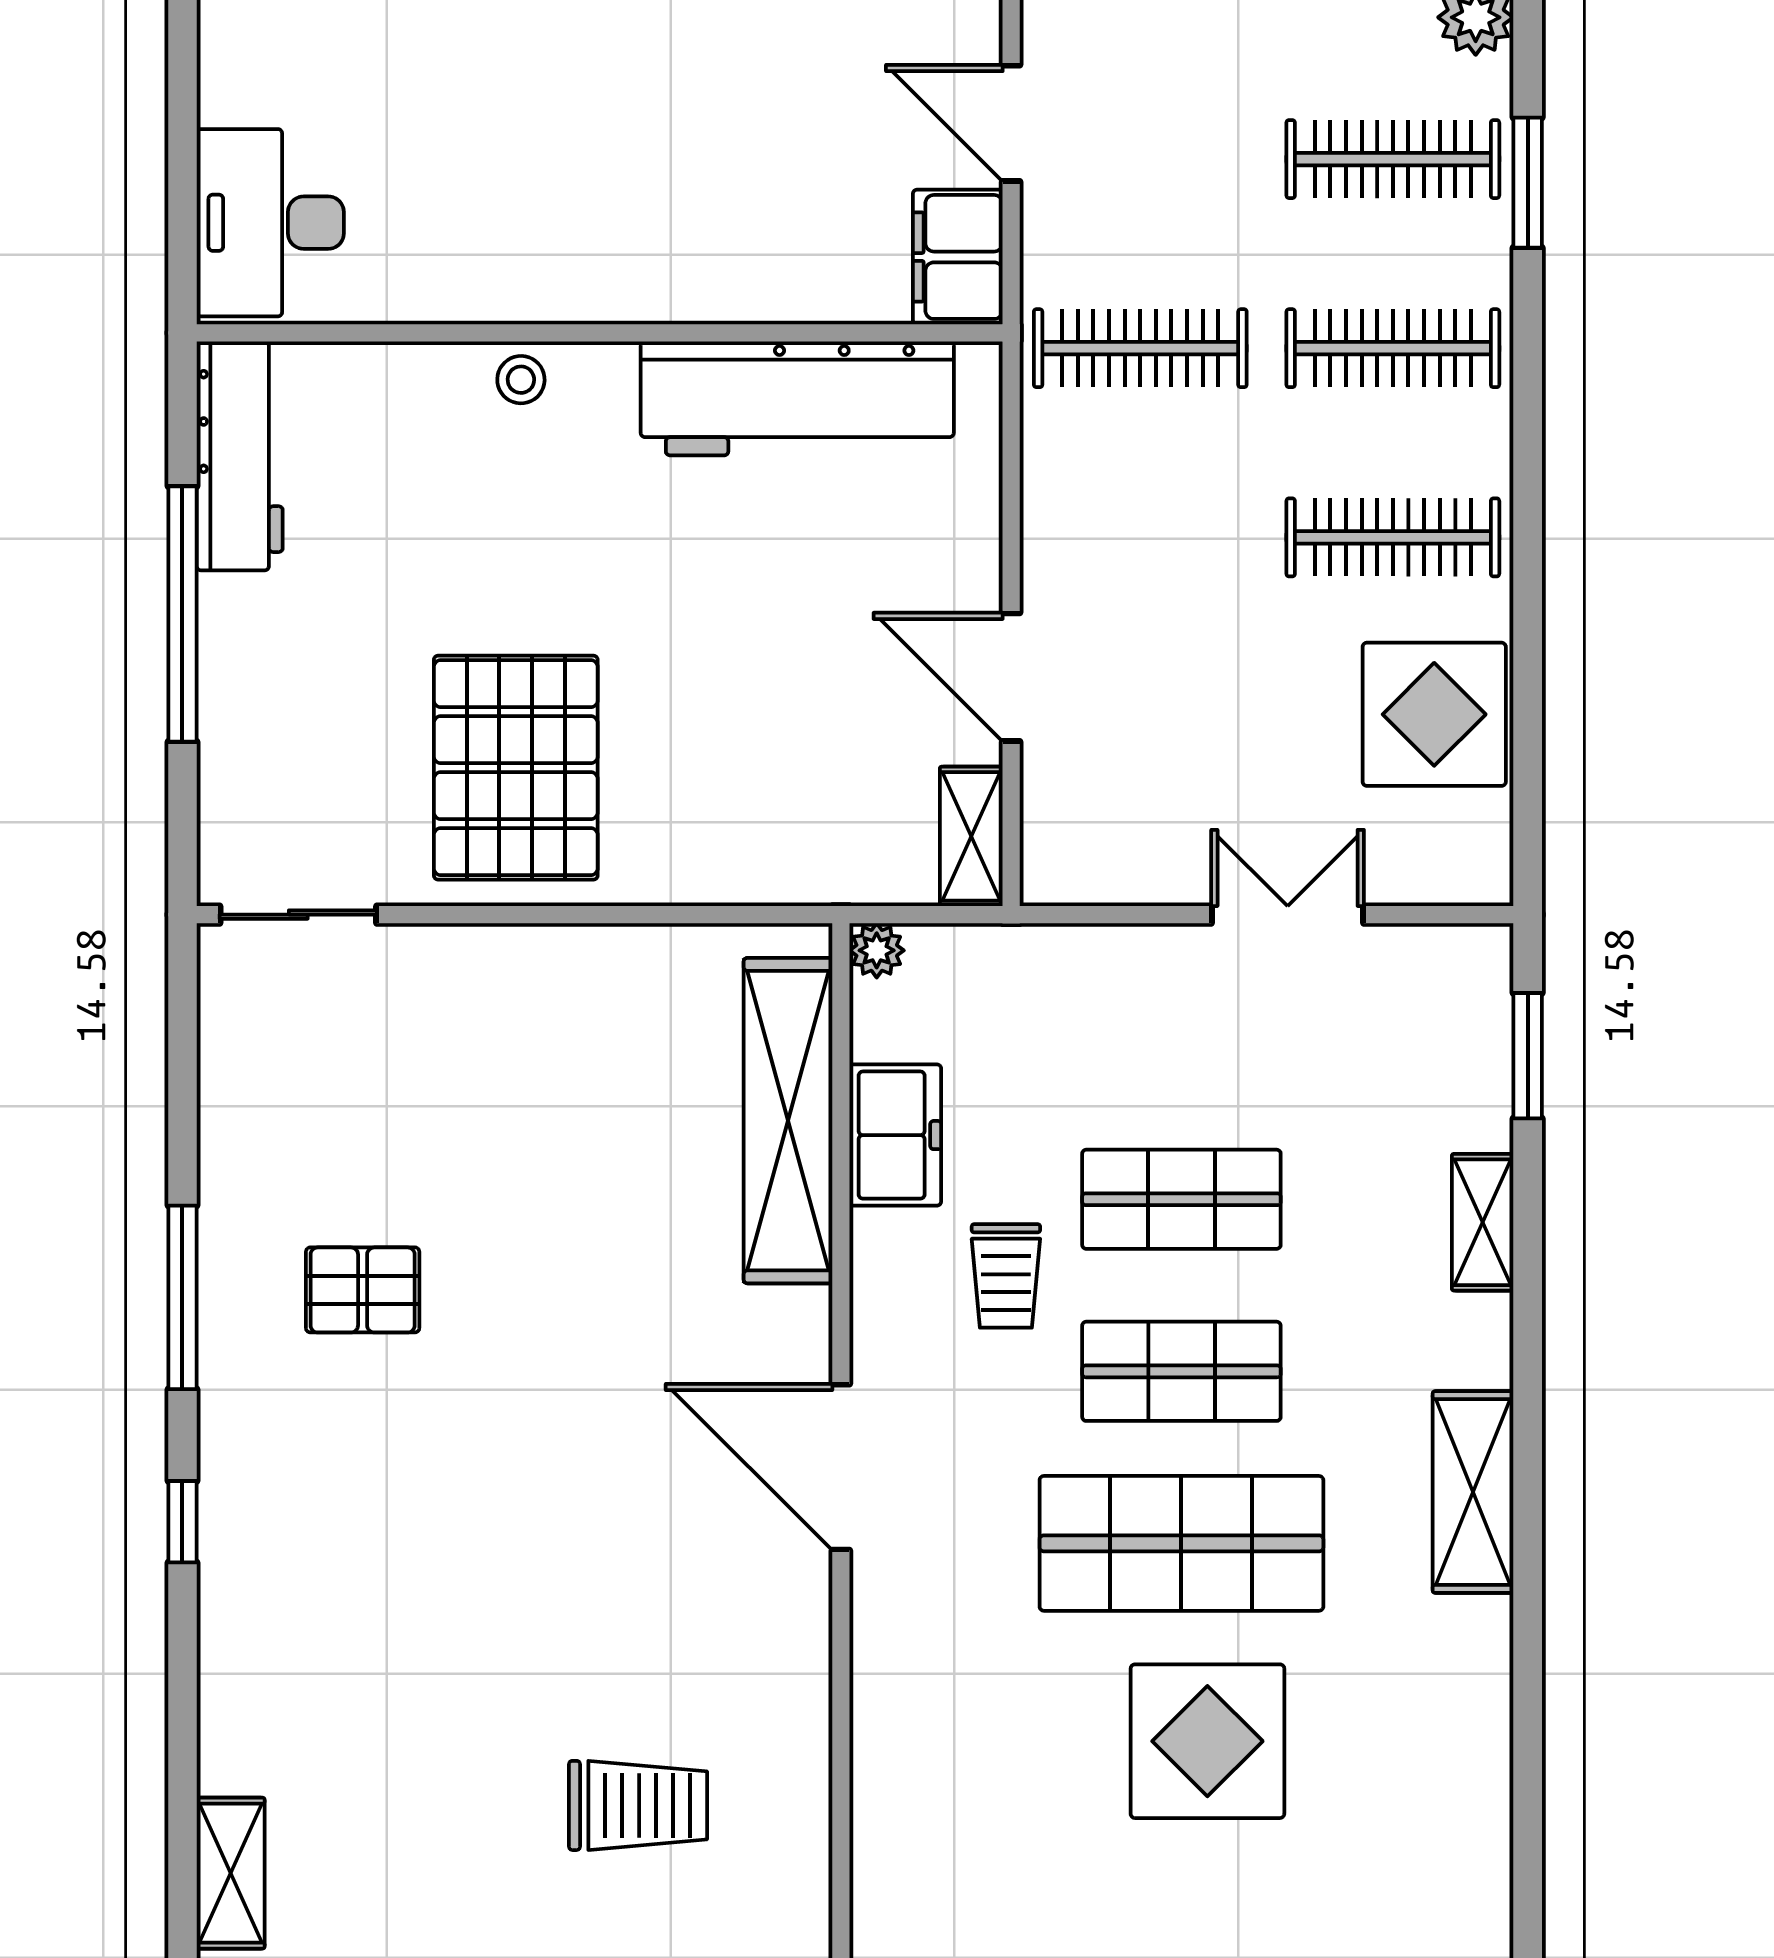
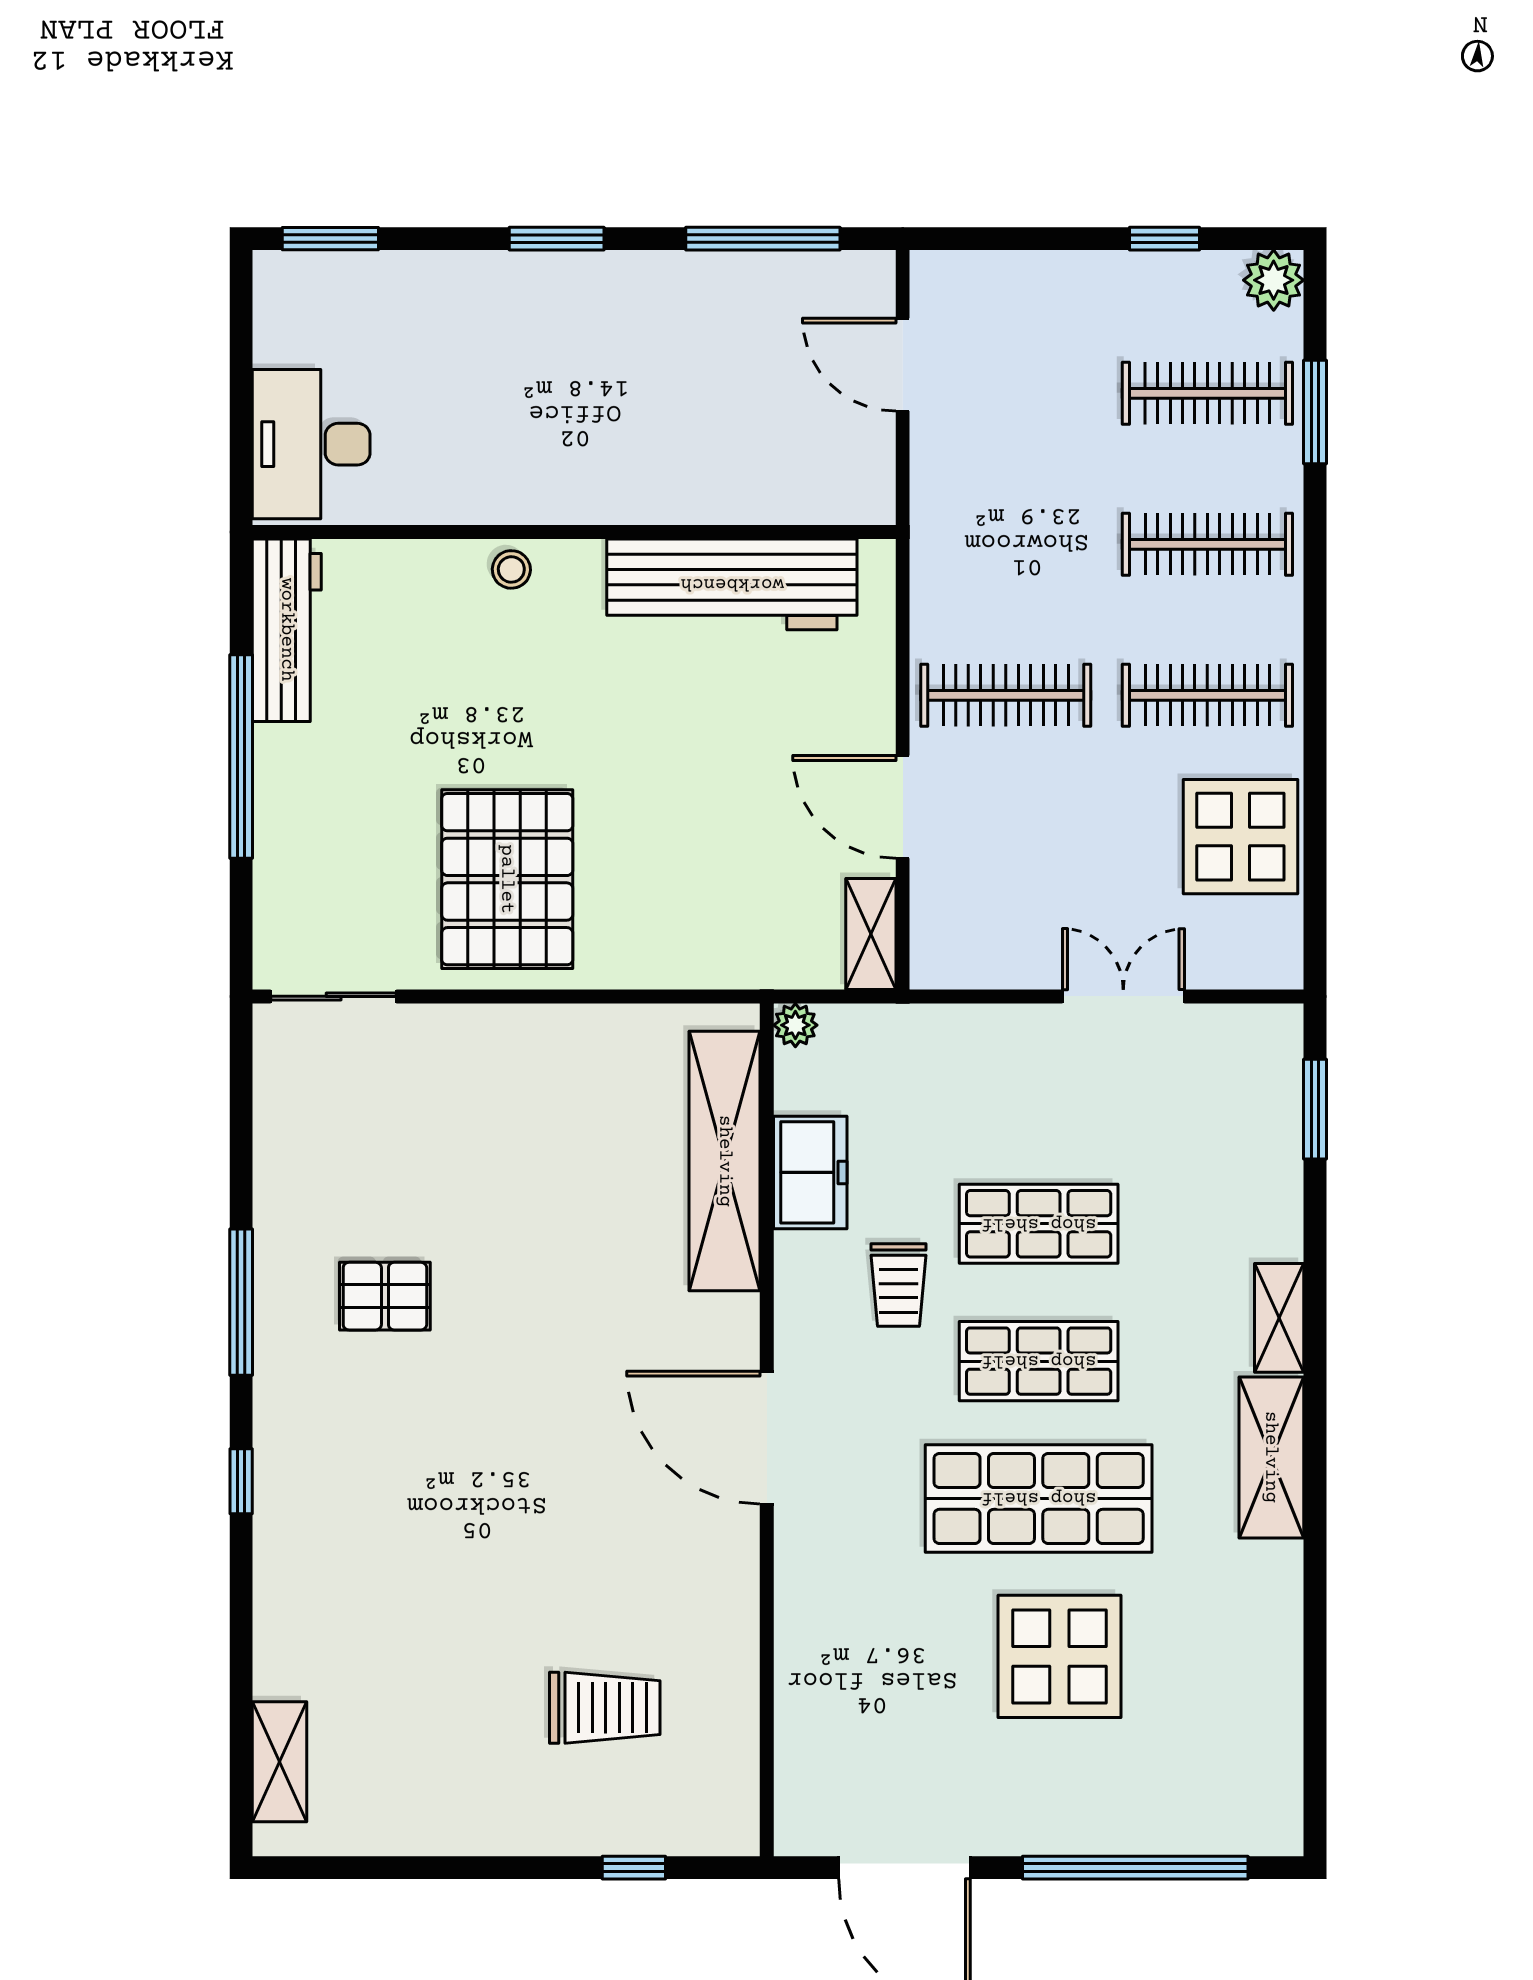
filing cabinet: (958, 257) -> (860, 471), removed
clothes rail: (1140, 348) -> (1006, 695), moved
shelving: (1483, 1222) -> (1279, 1318), moved

